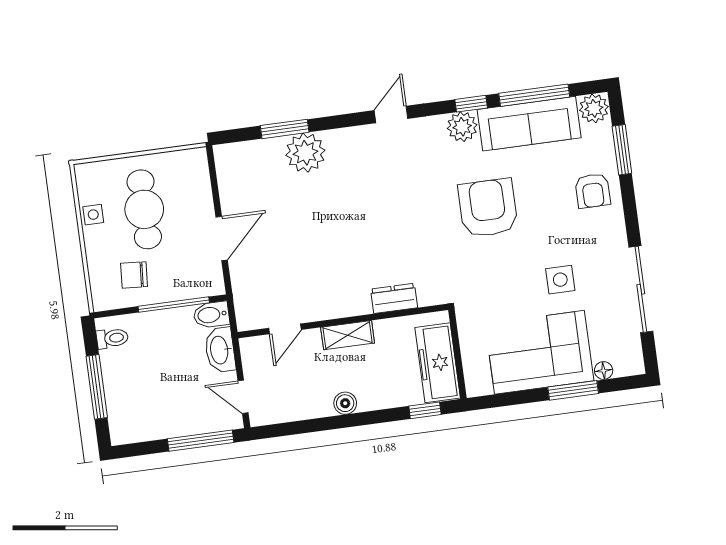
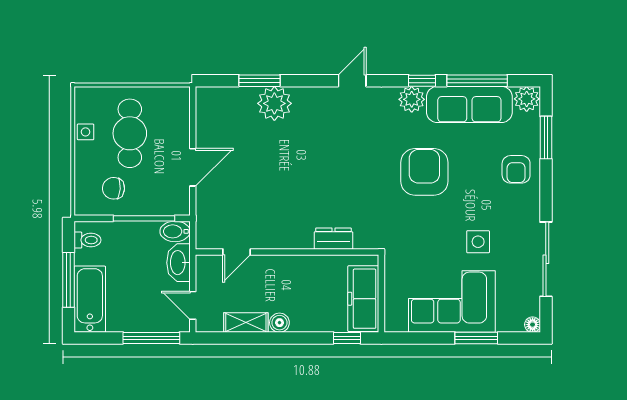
shelving: (348, 335) -> (246, 322), moved
floor lamp: (604, 371) -> (533, 325), moved
bathtub: (124, 406) -> (90, 299), added

